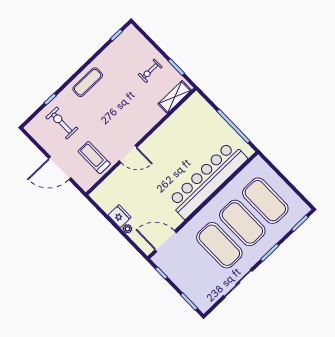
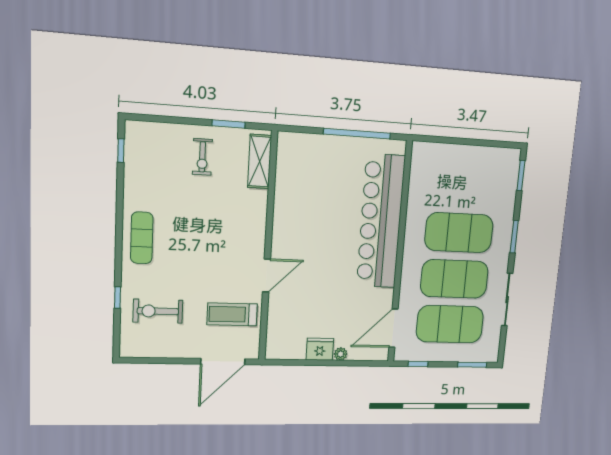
door: (60, 168) -> (223, 361), moved
exercise mat: (265, 201) -> (450, 324), moved

